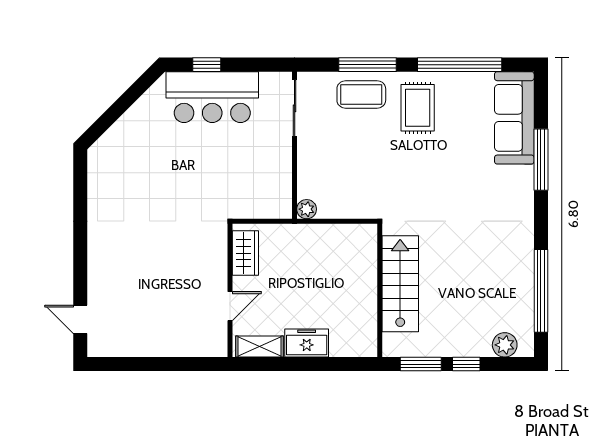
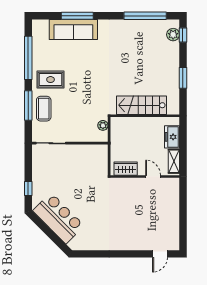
bar counter: (212, 97) -> (58, 218), moved, turned -45
sofa: (514, 118) -> (73, 30), moved
plant: (307, 209) -> (103, 125), moved
stairs: (400, 284) -> (141, 105), moved
wall: (380, 290) -> (145, 116), moved
window: (466, 364) -> (183, 35), moved

